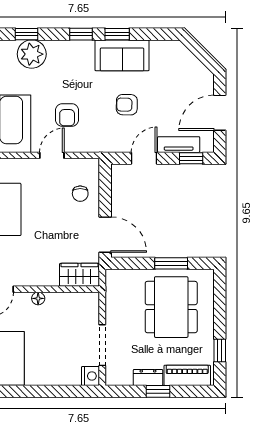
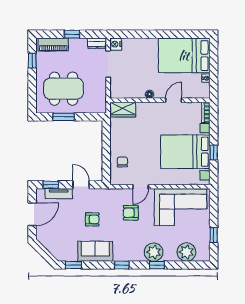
window: (117, 34) -> (73, 265), moved
armchair: (67, 115) -> (131, 213), turned -90
door: (144, 158) -> (81, 185), swing flipped
door: (105, 235) -> (106, 135), removed
dining table: (171, 307) -> (64, 89), turned 90
dresser: (148, 377) -> (97, 43), moved

